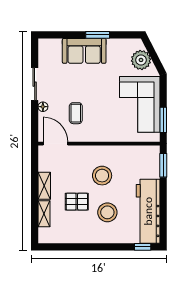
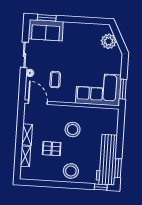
window: (98, 35) -> (47, 18), moved
sofa: (84, 51) -> (46, 30), moved
corner sofa: (140, 104) -> (98, 89), moved, turned 90
window: (163, 165) -> (118, 168), moved
stool: (107, 212) -> (71, 171), moved

